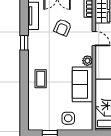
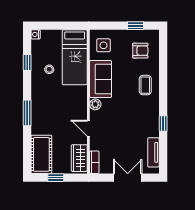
armchair: (63, 27) -> (140, 51), moved, turned 67
side table: (68, 118) -> (104, 45), moved

